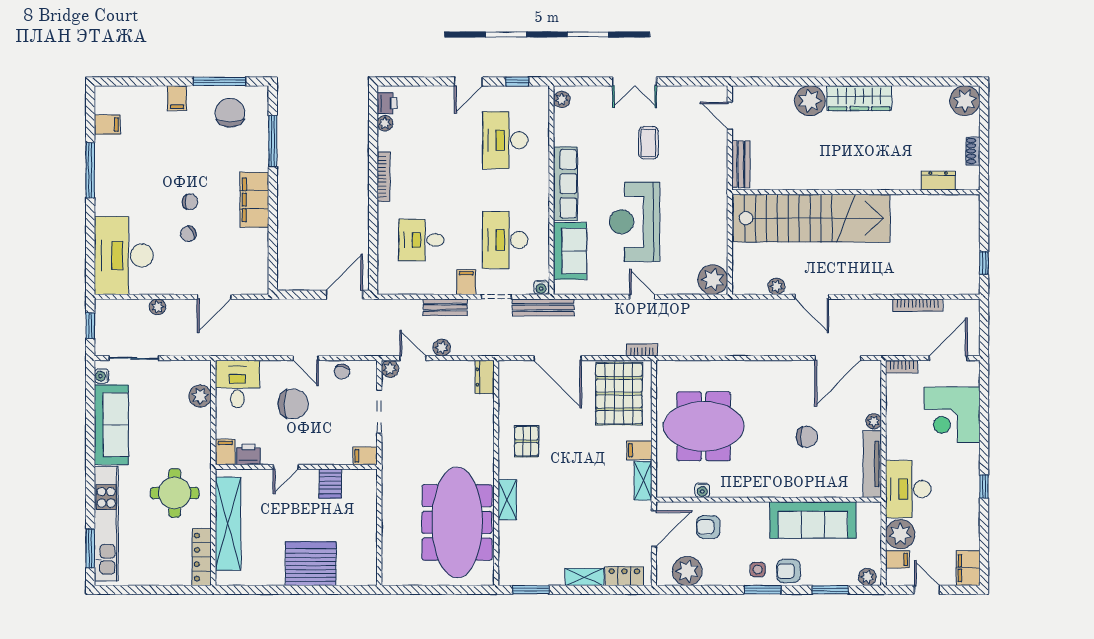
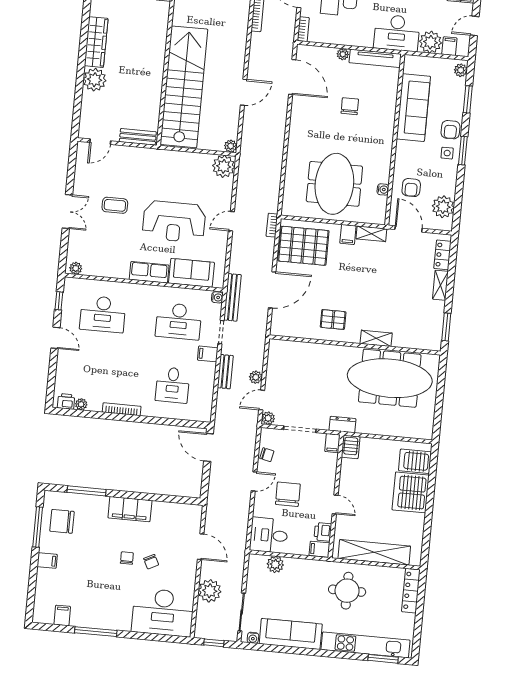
row of seats: (565, 184) -> (149, 272), width x0.68
plant: (776, 286) -> (231, 146), moved
plant: (158, 307) -> (210, 591), width x1.88, depth x1.88
dresser: (485, 377) -> (342, 425), moved, turned 180
server rack: (330, 484) -> (351, 447), moved, turned 90
locker: (202, 557) -> (411, 591), moved, turned 90
server rack: (352, 565) -> (415, 461), added

